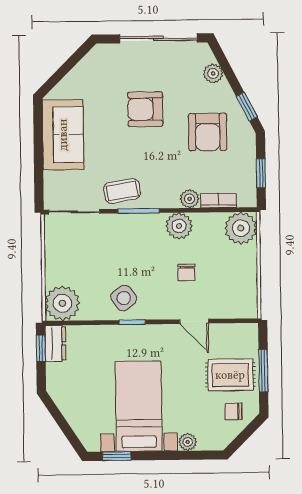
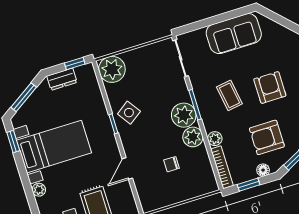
floor lamp: (248, 149) -> (263, 170), added
coffee table: (122, 191) -> (229, 95), moved
bookcase: (219, 201) -> (222, 167), width x1.56
plant: (241, 228) -> (184, 115), moved
chair: (186, 272) -> (172, 164), moved
dresser: (55, 343) -> (62, 79), moved
window: (64, 426) -> (24, 97), added

